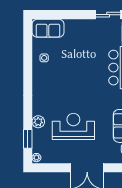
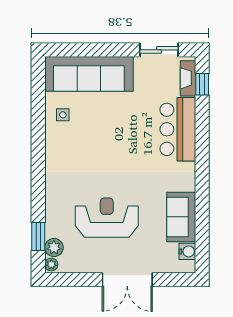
sofa: (48, 28) -> (89, 74), width x1.85, depth x1.27
plant: (38, 122) -> (54, 248), moved

